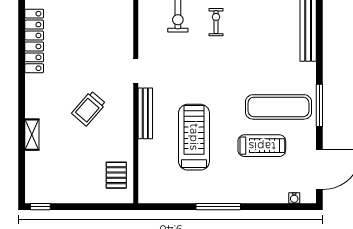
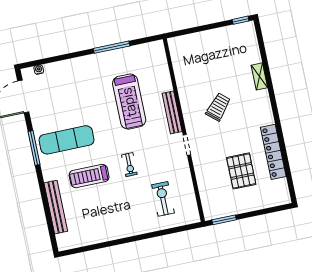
exercise bike: (216, 22) -> (129, 165), moved
treadmill: (262, 146) -> (89, 176), moved
pallet: (116, 175) -> (241, 171), moved, width x1.50, depth x1.42
window: (218, 207) -> (111, 47), moved

